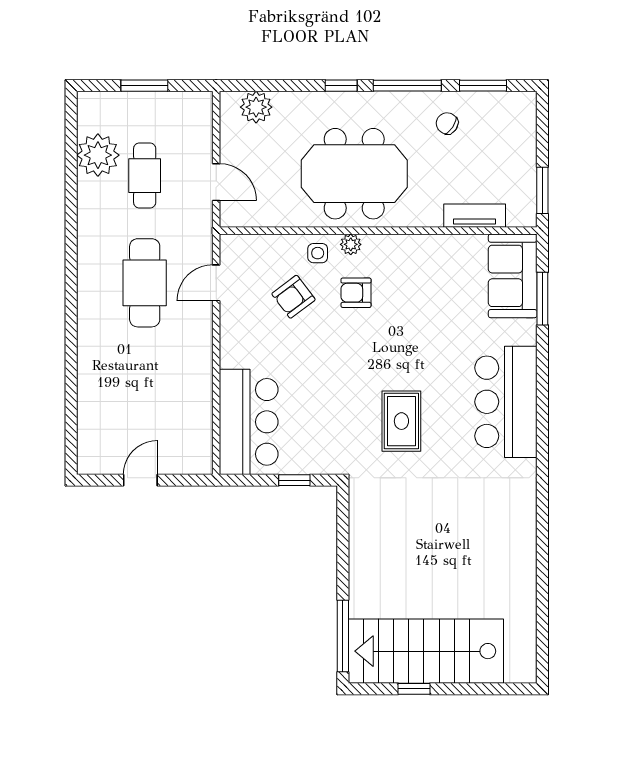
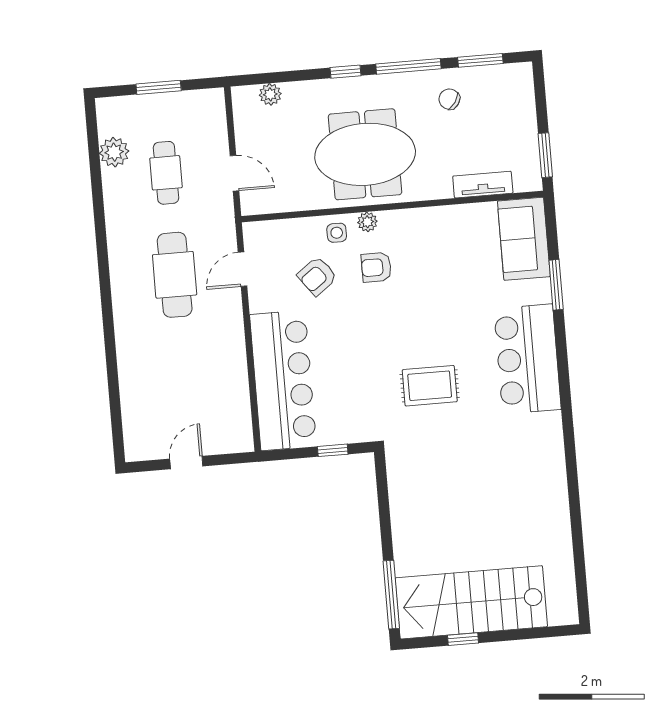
plant: (256, 107) -> (270, 94), width x0.73, depth x0.73
plant: (98, 155) -> (114, 152), width x0.73, depth x0.73
window: (542, 299) -> (556, 285), moved
rug: (401, 421) -> (430, 386), turned 90
bar counter: (249, 422) -> (283, 380), width x1.36

